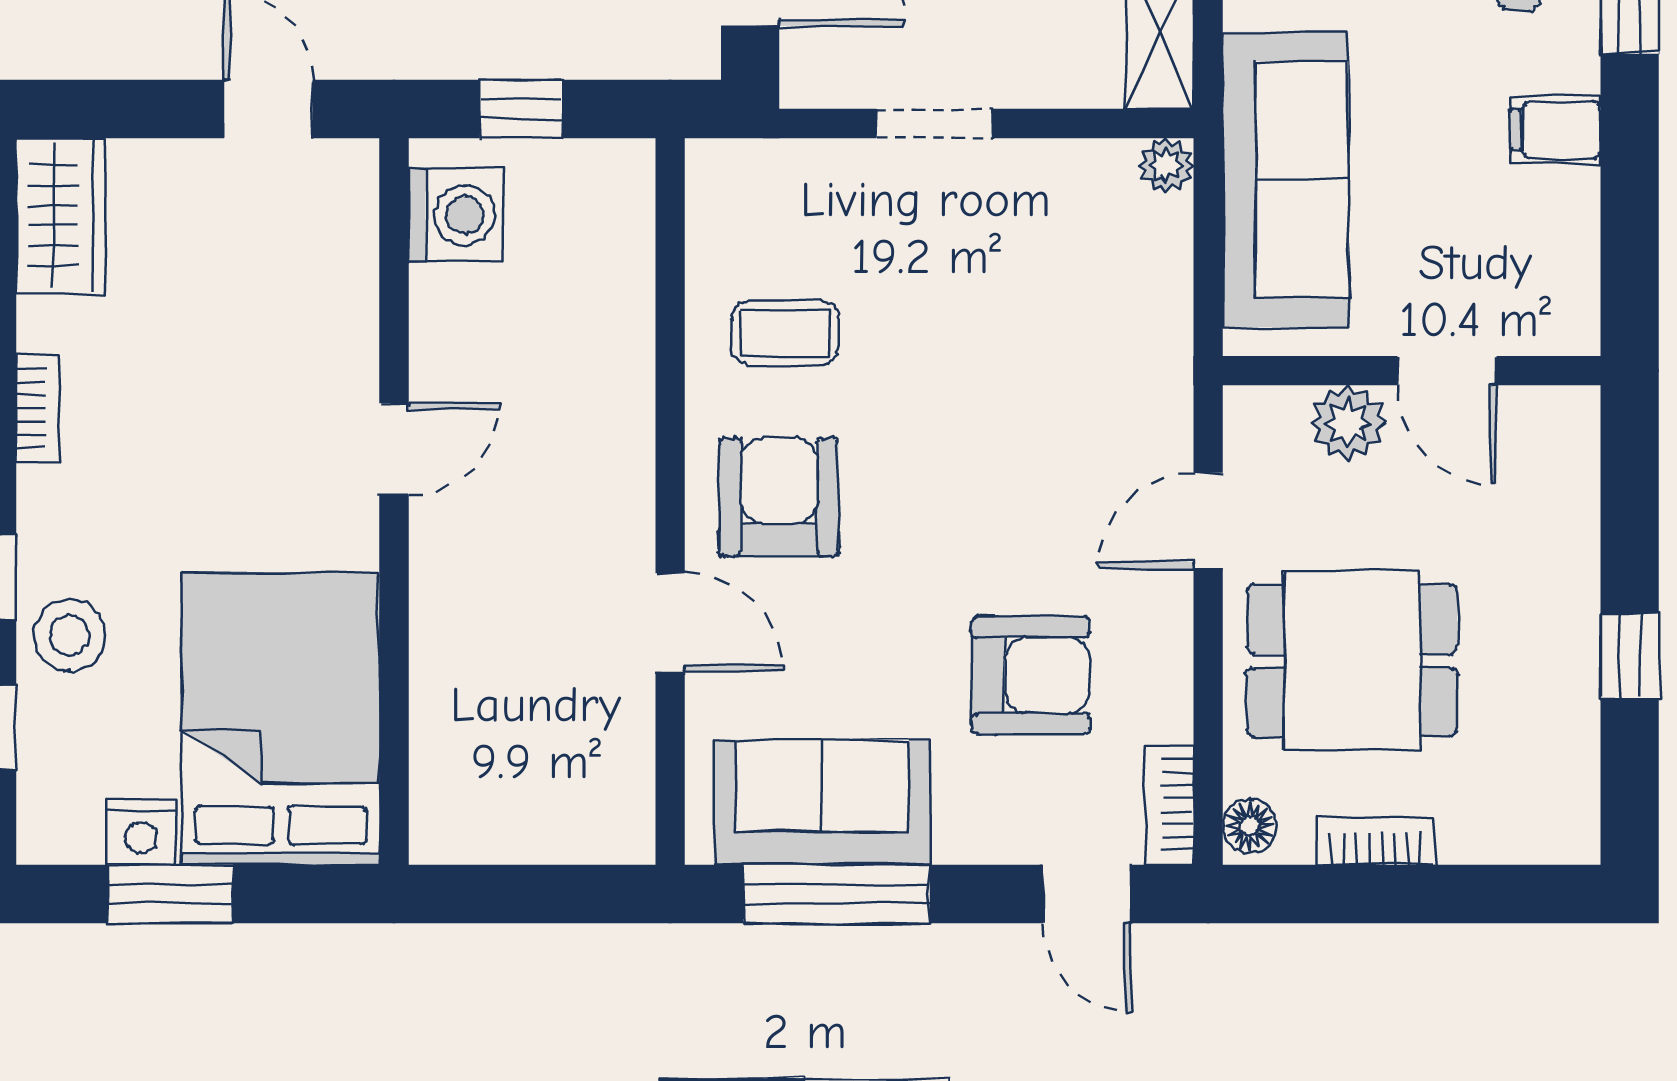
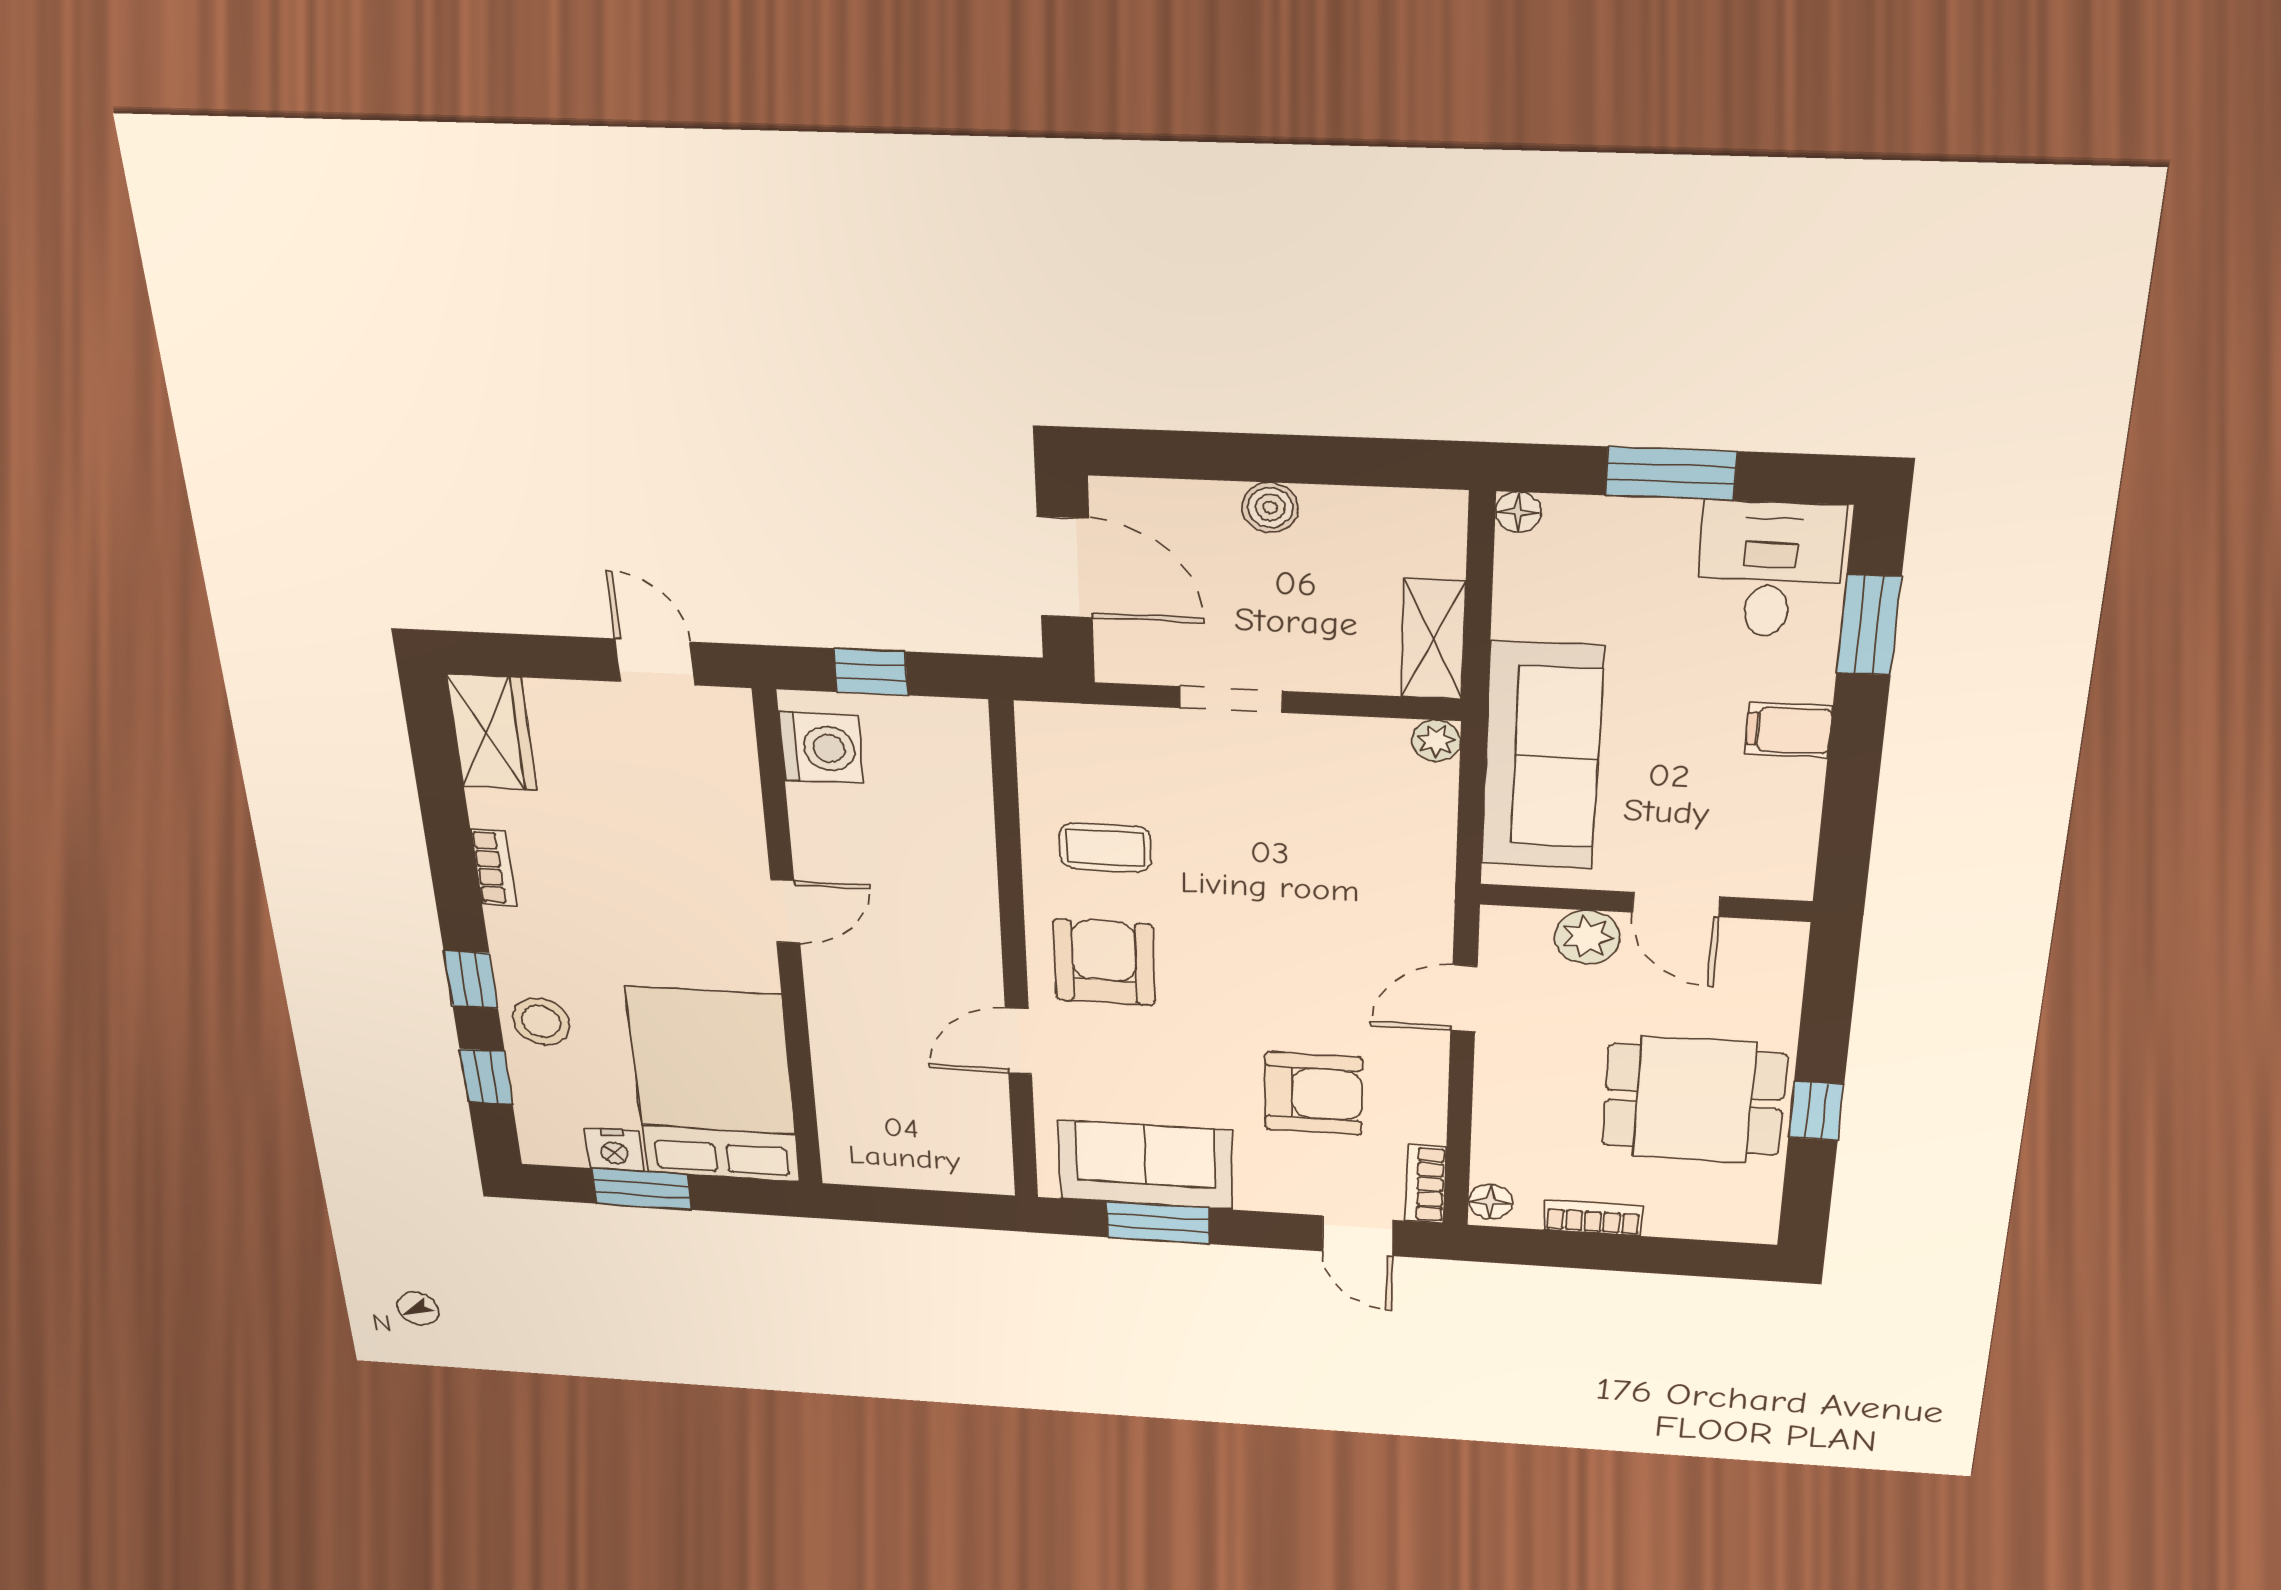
door: (670, 622) -> (1019, 1041), swing flipped
dining table: (1352, 661) -> (1694, 1100), moved
window: (836, 894) -> (1158, 1223), width x0.69

